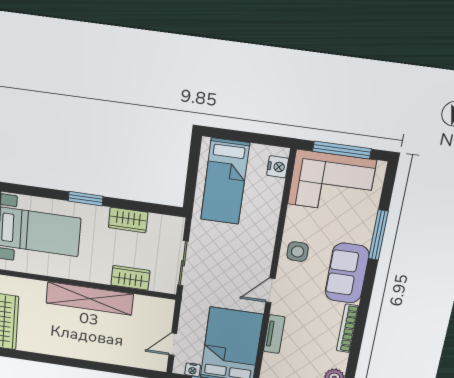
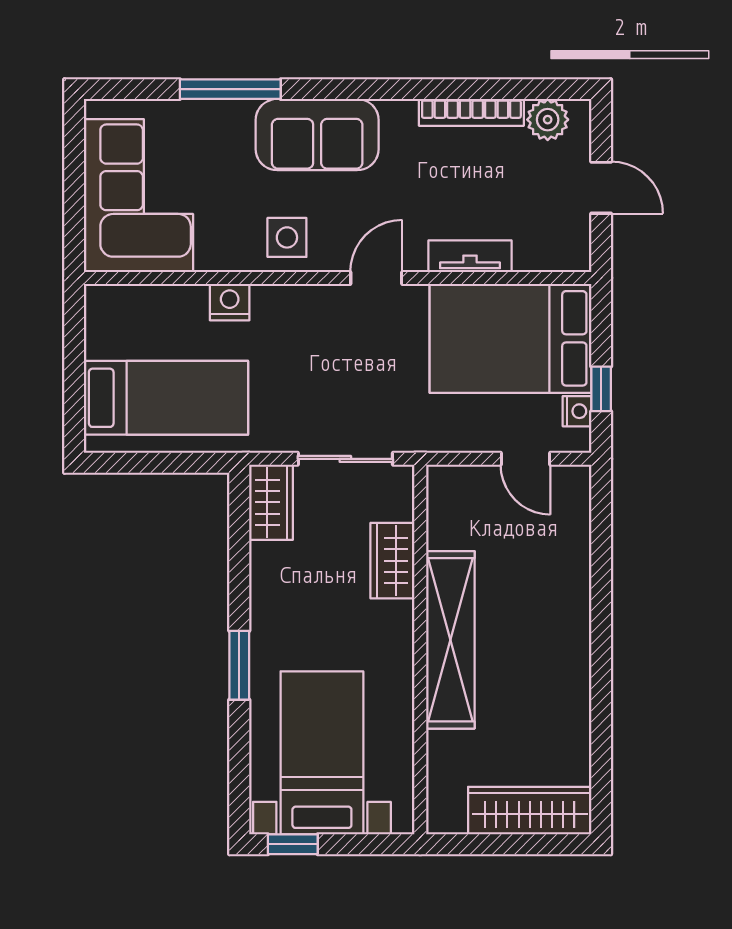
window: (342, 150) -> (74, 187), removed
nightstand: (278, 167) -> (230, 302), moved
wardrobe: (128, 220) -> (271, 502), moved
door: (270, 290) -> (376, 278), swing flipped
bookcase: (348, 328) -> (471, 112), moved

